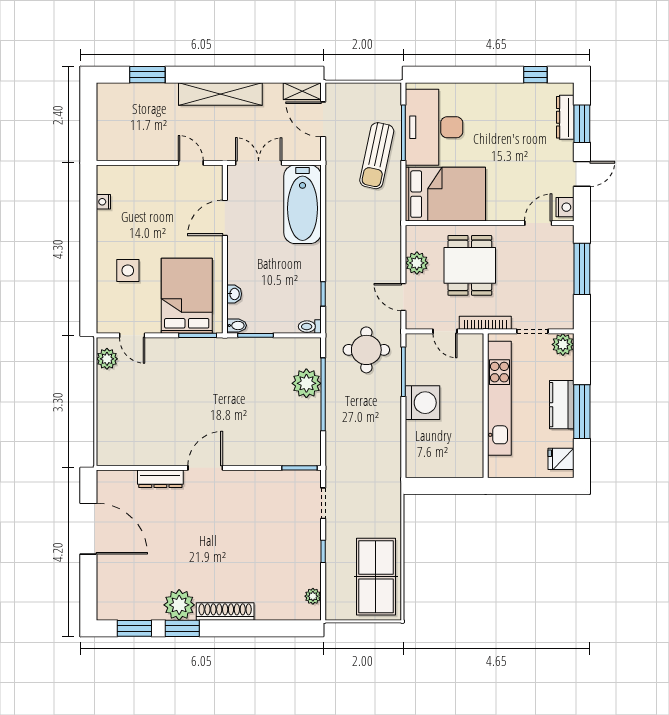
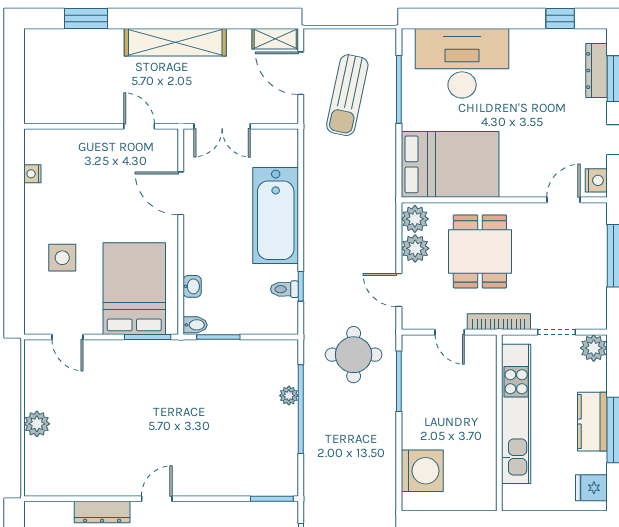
desk: (434, 127) -> (462, 63), moved, turned 90
sun lounger: (377, 156) -> (347, 95), moved
double door: (259, 163) -> (222, 126), swing flipped
bathtub: (303, 204) -> (276, 215), moved
door: (225, 218) -> (181, 193), hinge flipped
plant: (417, 239) -> (415, 219), added
toilet: (310, 327) -> (285, 289), moved
plant: (107, 359) -> (37, 424), moved
plant: (306, 383) -> (289, 396), width x0.53, depth x0.53
washing machine: (422, 403) -> (422, 471), moved
door: (205, 468) -> (157, 499), width x0.73

